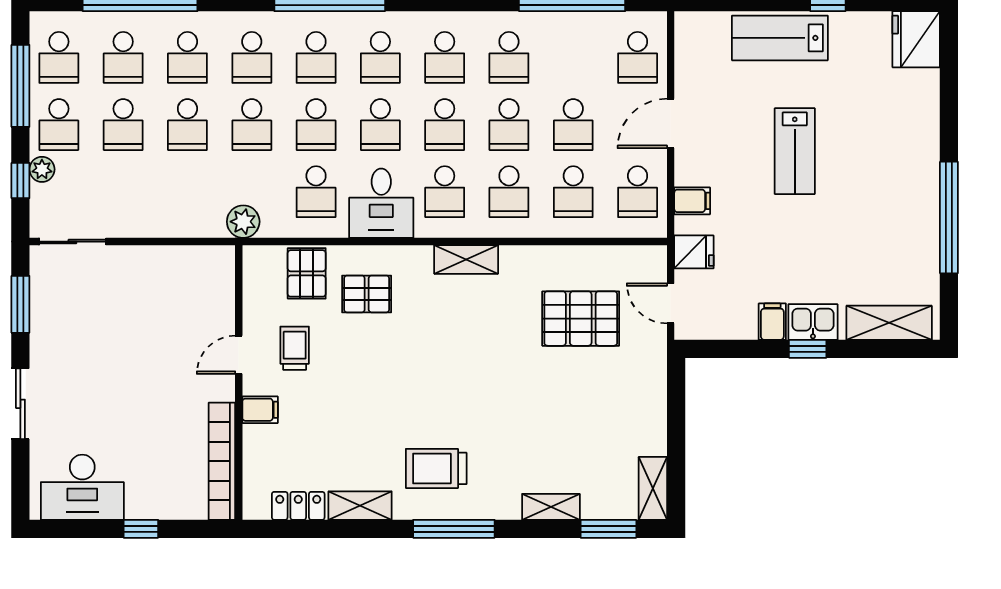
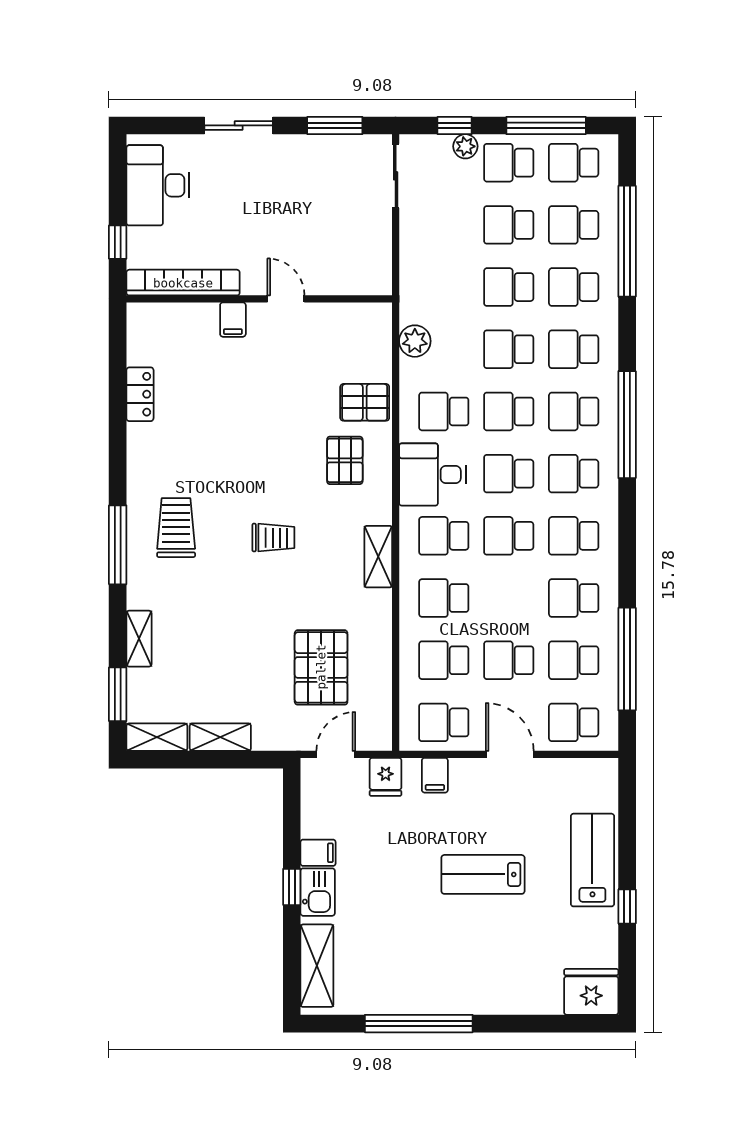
school desk: (509, 125) -> (574, 660), moved
trolley: (295, 348) -> (273, 538), moved
door: (239, 355) -> (286, 299), moved
wall: (239, 382) -> (259, 299), moved
filing cabinet: (260, 410) -> (233, 320), moved
bookcase: (222, 461) -> (183, 283), moved
shelving: (360, 506) -> (220, 737), moved, turned 90

